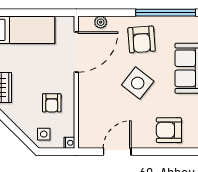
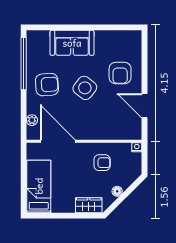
floor lamp: (19, 120) -> (117, 191), added
armchair: (169, 130) -> (120, 73), moved
side table: (44, 134) -> (129, 170), removed

